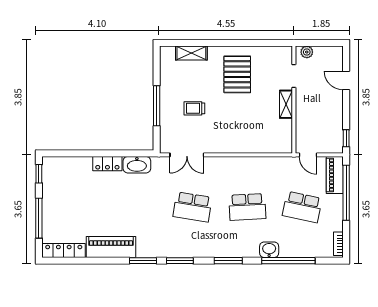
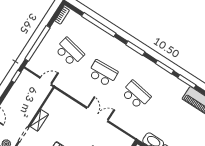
double door: (187, 155) -> (97, 114), moved
door: (308, 155) -> (46, 81), hinge flipped
piano: (335, 175) -> (37, 59), removed
washbasin: (269, 250) -> (106, 39), removed

